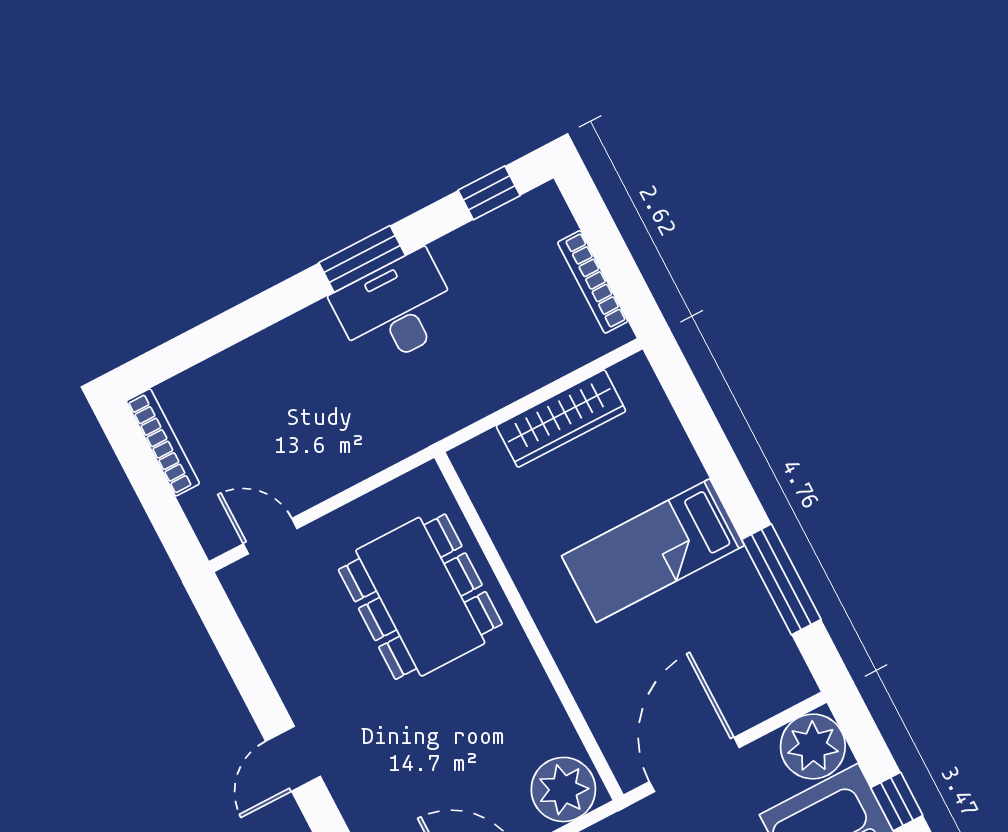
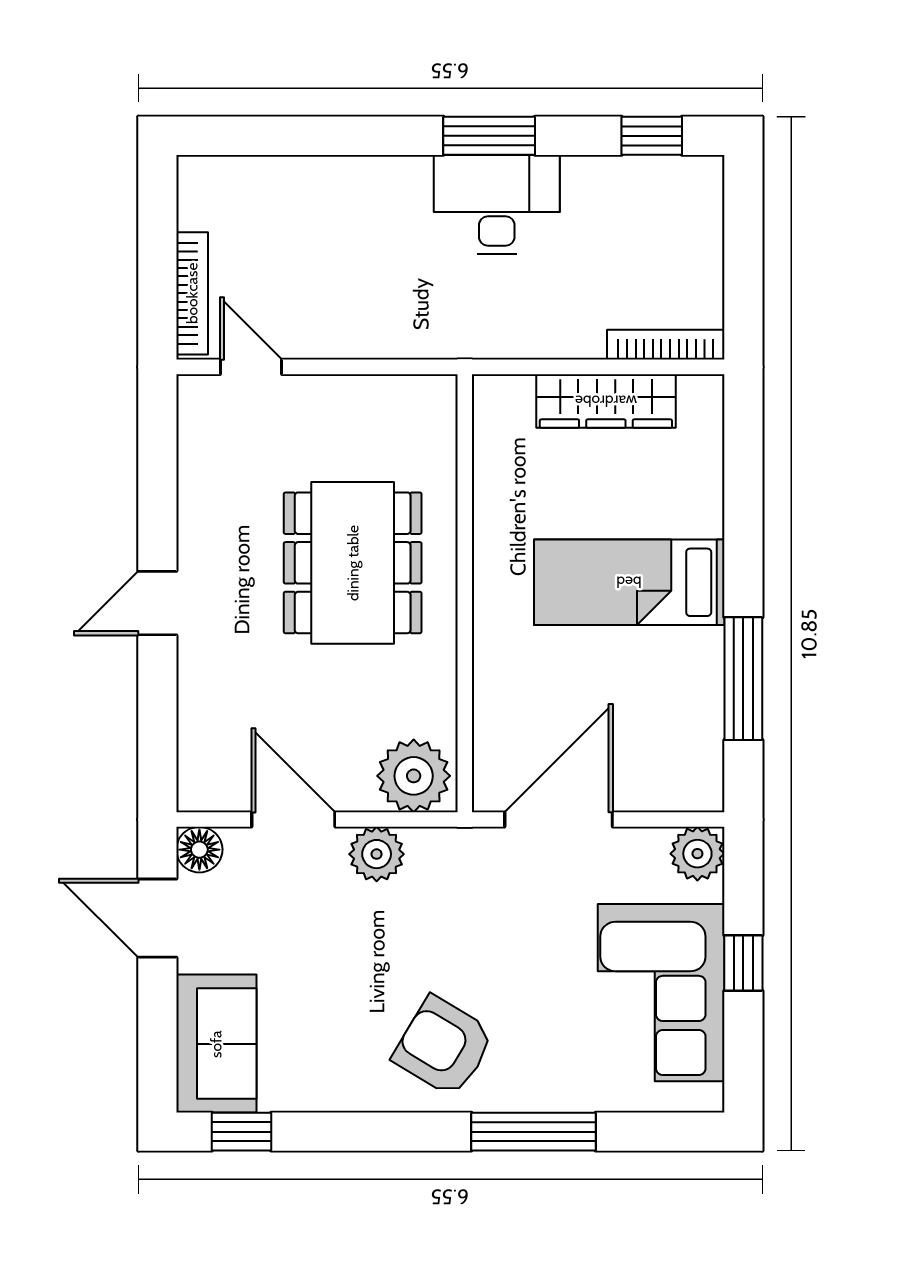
bookcase: (593, 282) -> (666, 345), moved, turned 90
bookcase: (163, 442) -> (192, 293), moved
dining table: (420, 597) -> (353, 563), moved
plant: (813, 746) -> (697, 854), width x0.73, depth x0.73

